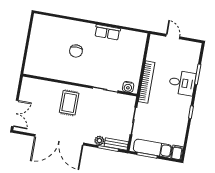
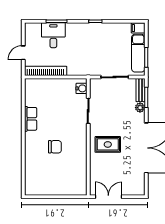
bookcase: (147, 82) -> (46, 71), moved
desk: (182, 83) -> (53, 35), moved
double door: (15, 113) -> (108, 197), moved

